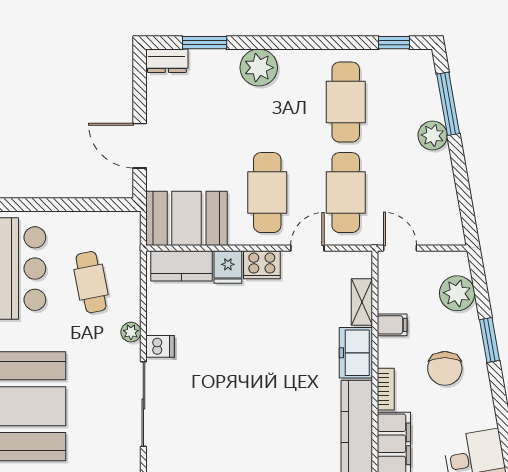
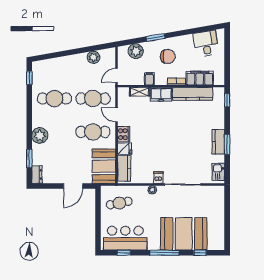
window: (448, 104) -> (55, 55), removed
plant: (433, 135) -> (93, 57), moved
cafe table: (91, 282) -> (119, 203), moved

